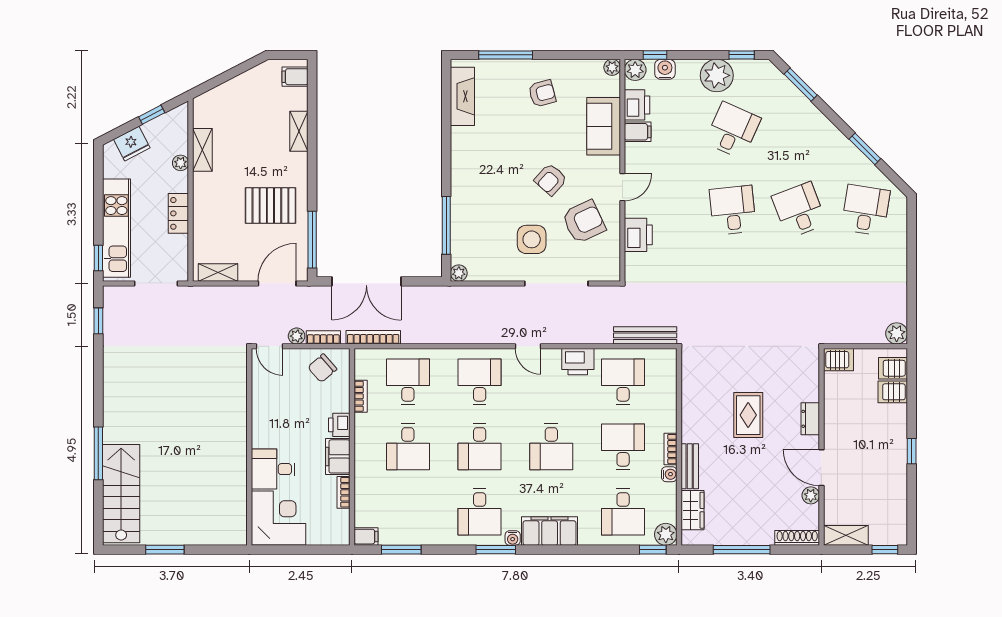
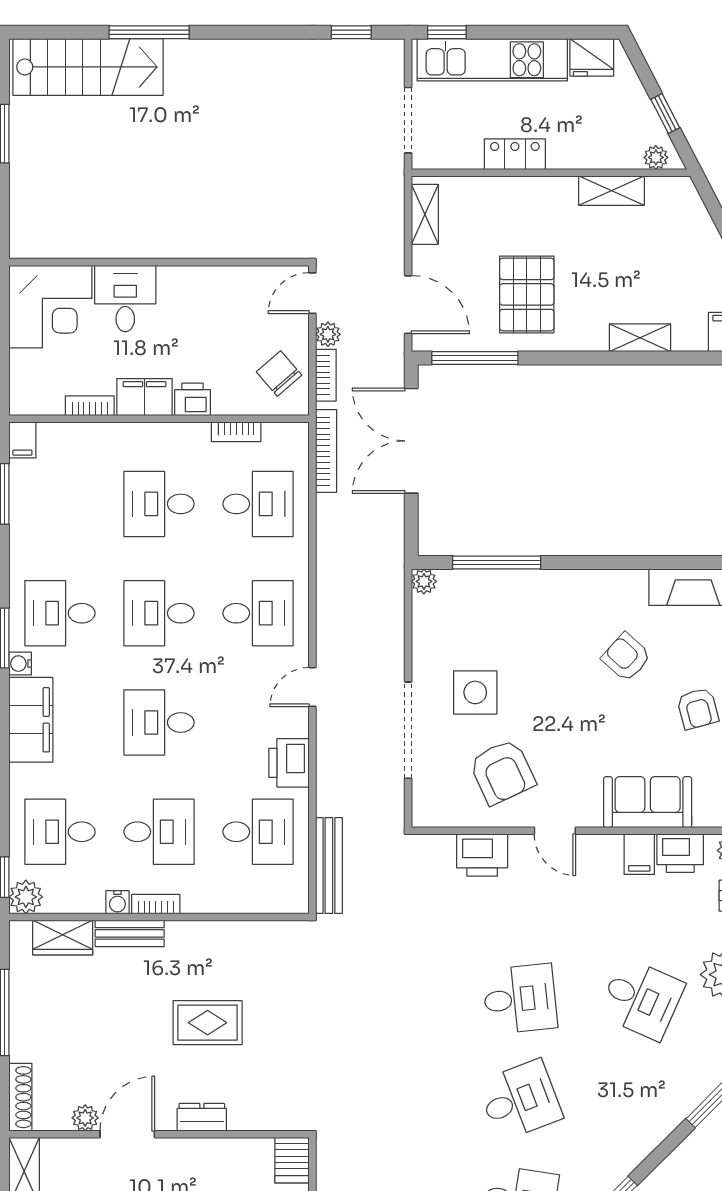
fridge: (132, 144) -> (592, 57), moved, turned -63
plant: (181, 163) -> (656, 157), moved
armchair: (551, 179) -> (626, 657), moved

